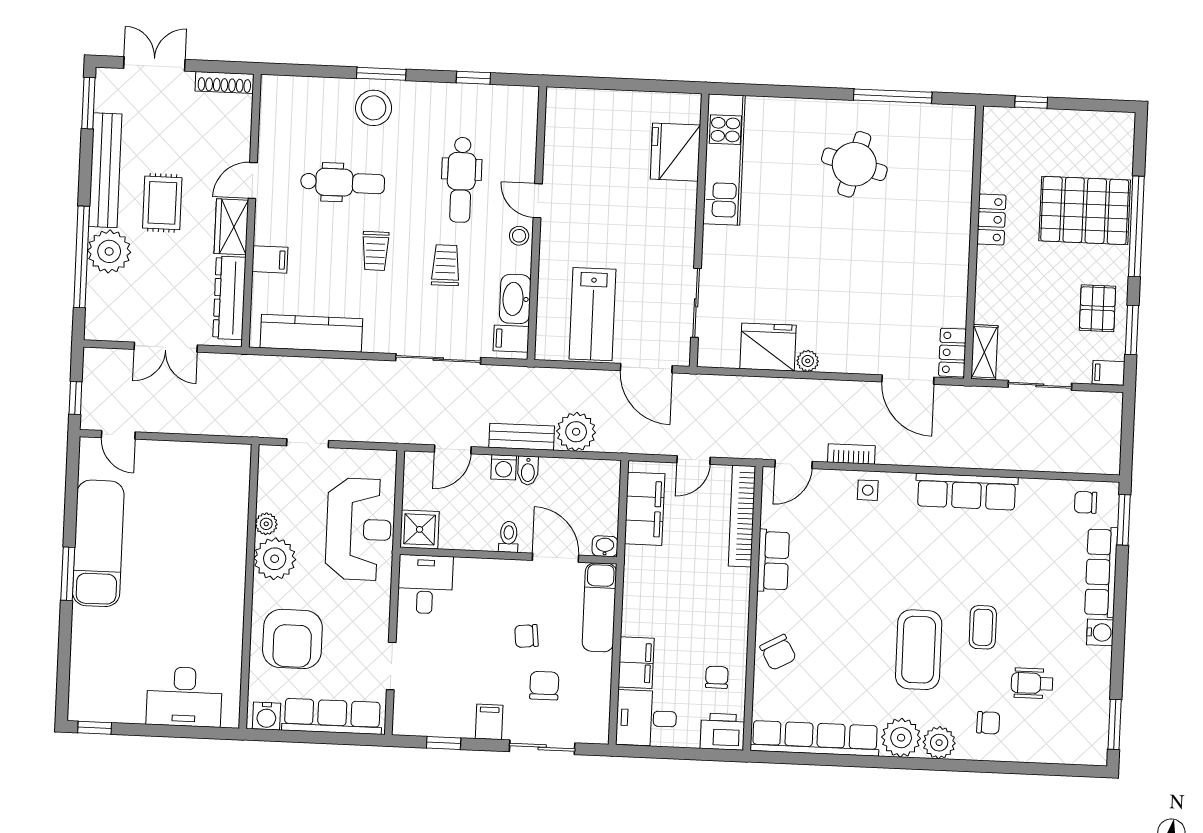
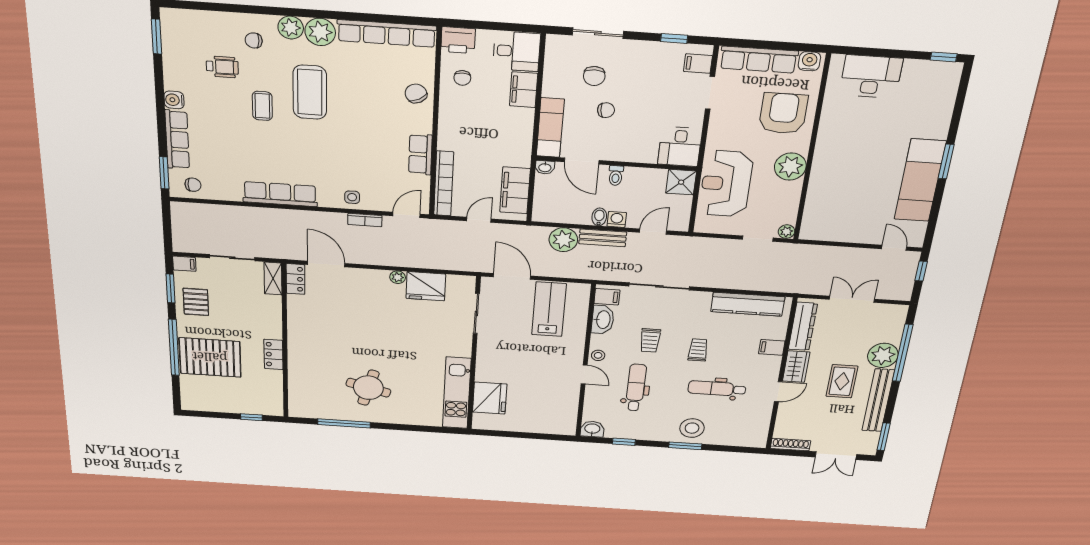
washbasin: (522, 100) -> (592, 429), added
plant: (266, 524) -> (786, 232), moved
filing cabinet: (489, 722) -> (698, 64), moved, turned 90

